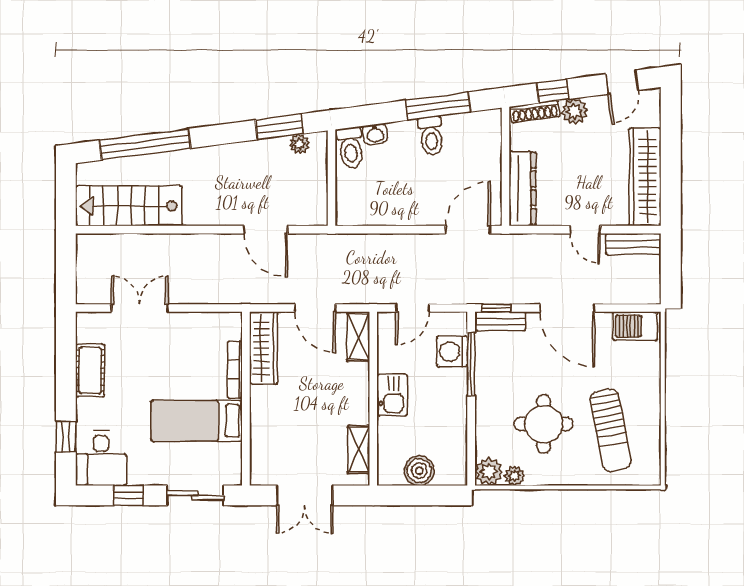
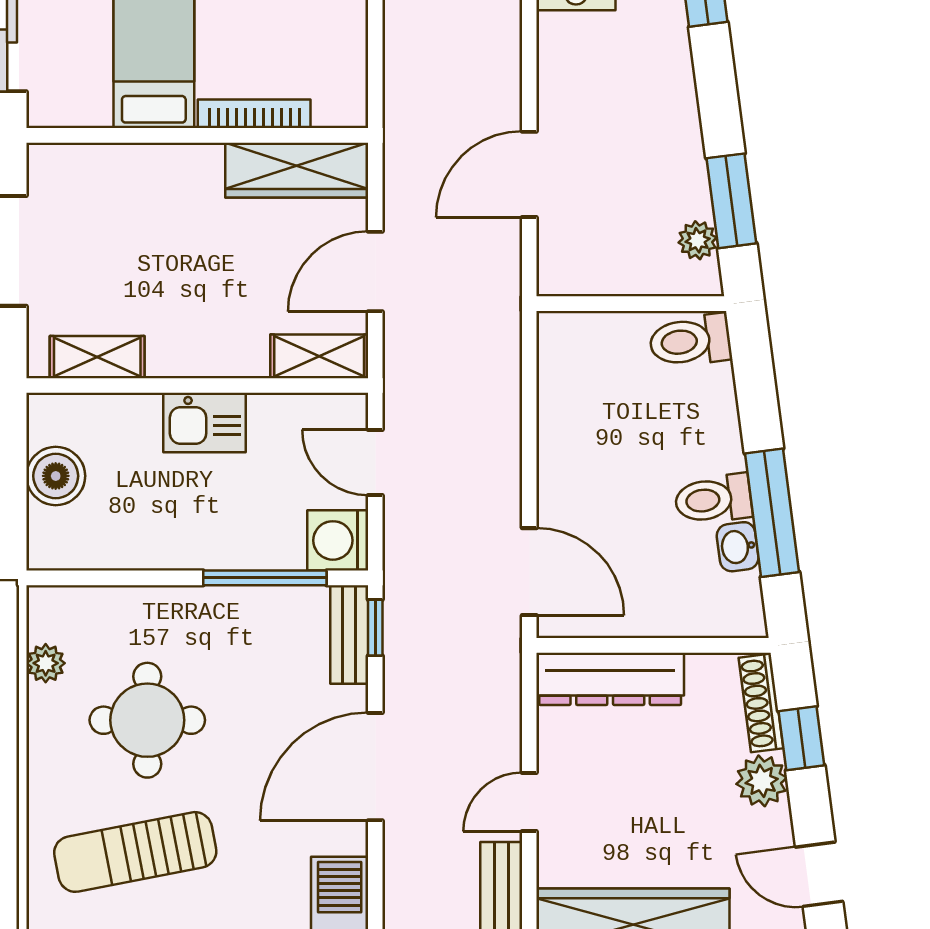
washbasin: (375, 134) -> (738, 547), moved
washing machine: (452, 352) -> (338, 540), moved, turned -90
plant: (489, 472) -> (54, 613), removed

